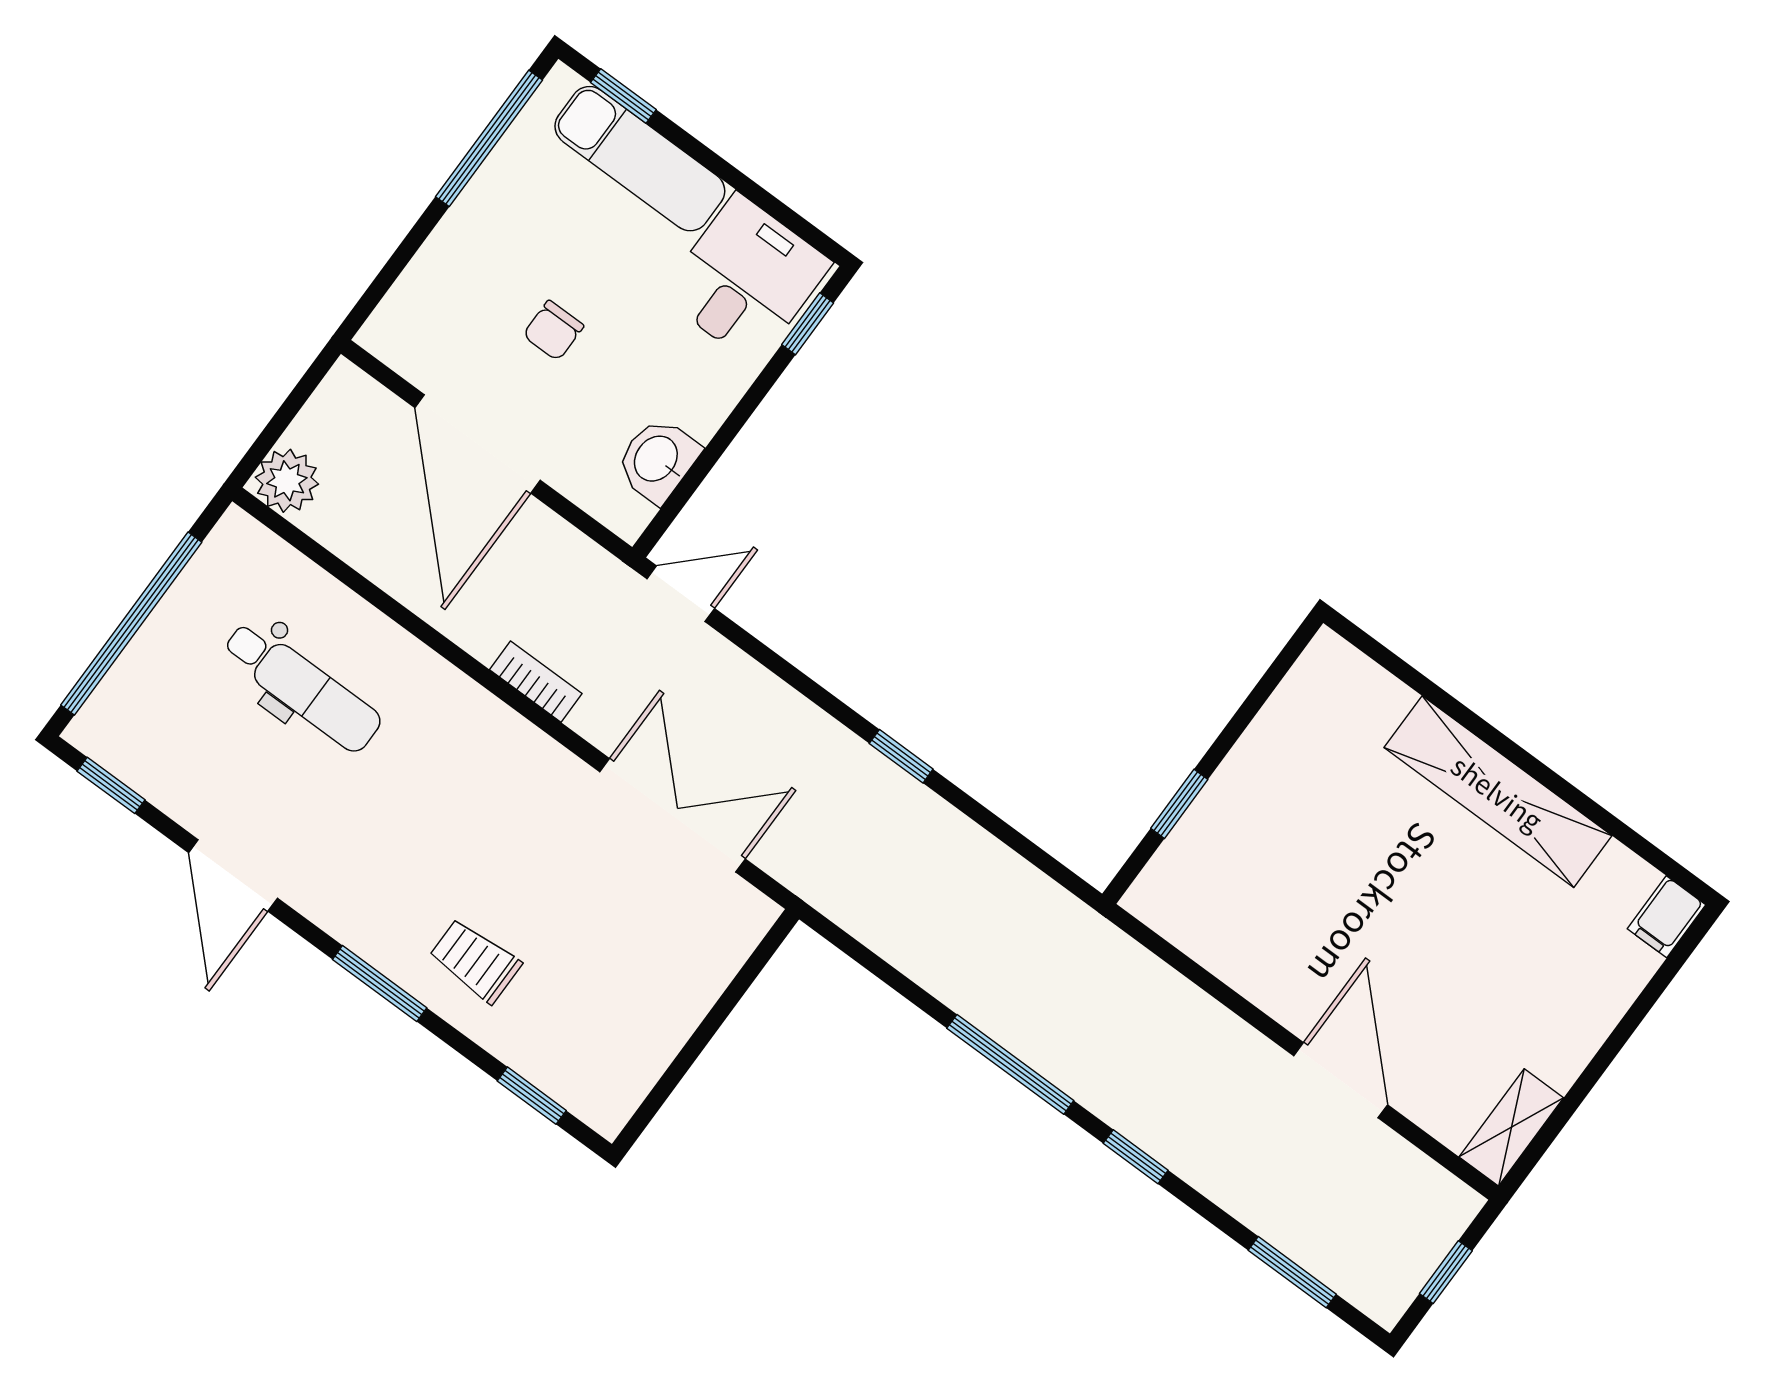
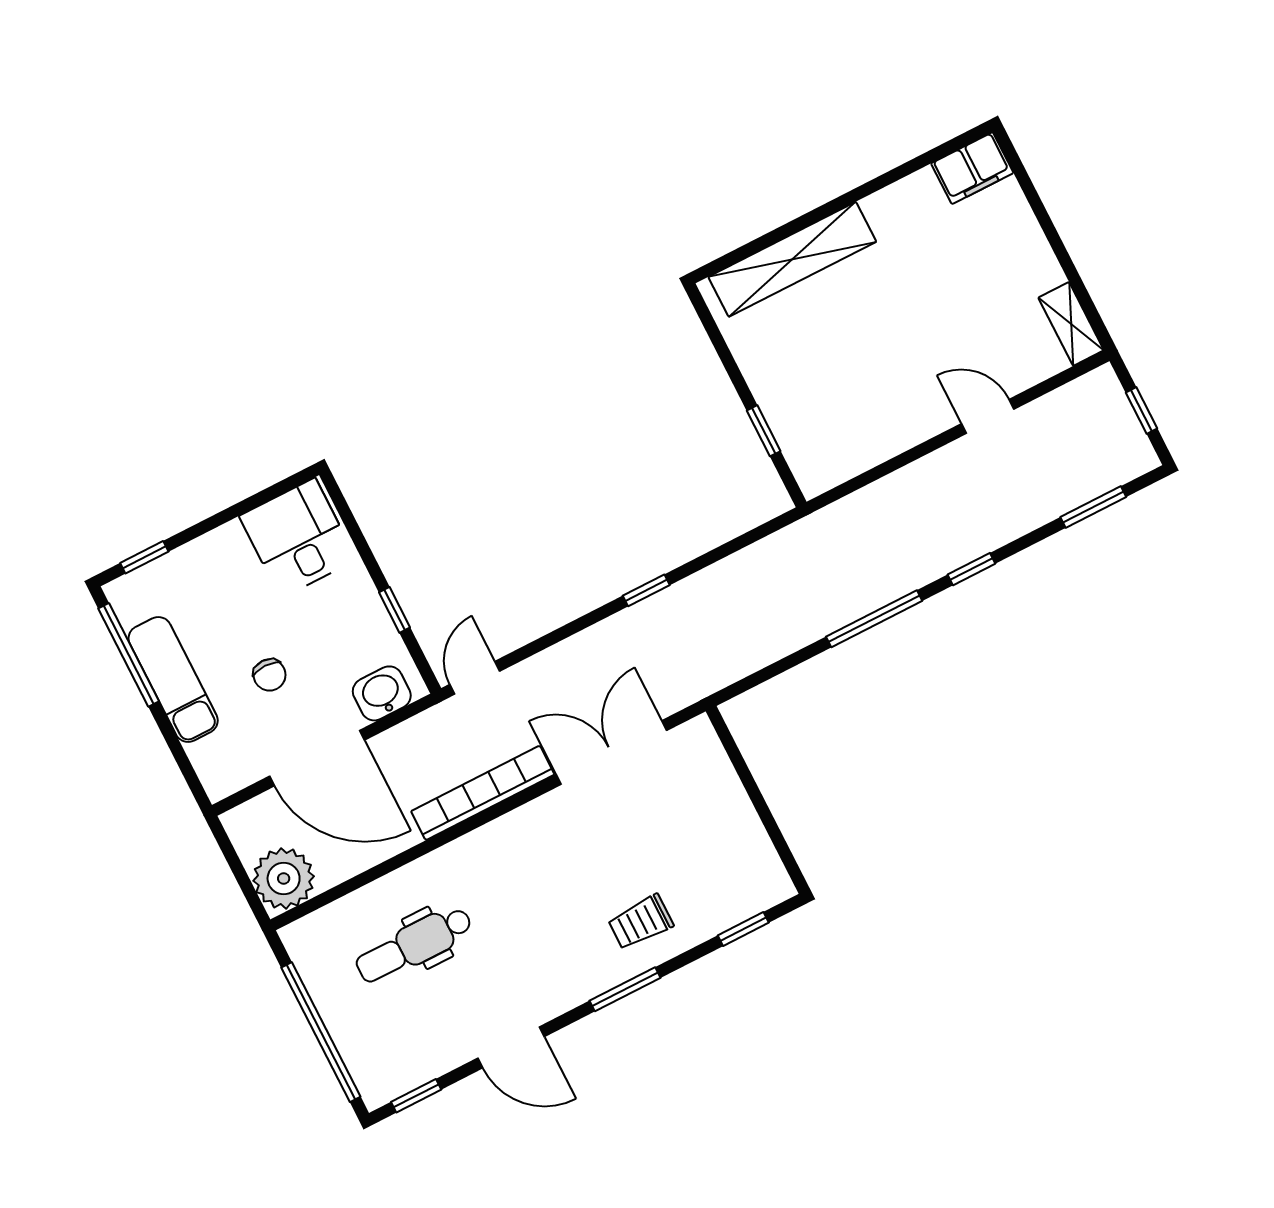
exam couch: (640, 159) -> (173, 679), moved, turned -90
window: (808, 324) -> (395, 610), moved
washbasin: (657, 460) -> (382, 693), moved, turned 90
plant: (287, 481) -> (284, 878), width x1.36, depth x1.36
bookcase: (536, 682) -> (483, 793), width x2.31, depth x1.31
dental chair: (302, 687) -> (414, 945), turned 180
shelving: (1498, 792) -> (792, 259), moved
filing cabinet: (1667, 917) -> (972, 168), width x2.00
door: (1341, 1080) -> (988, 416), width x0.73

